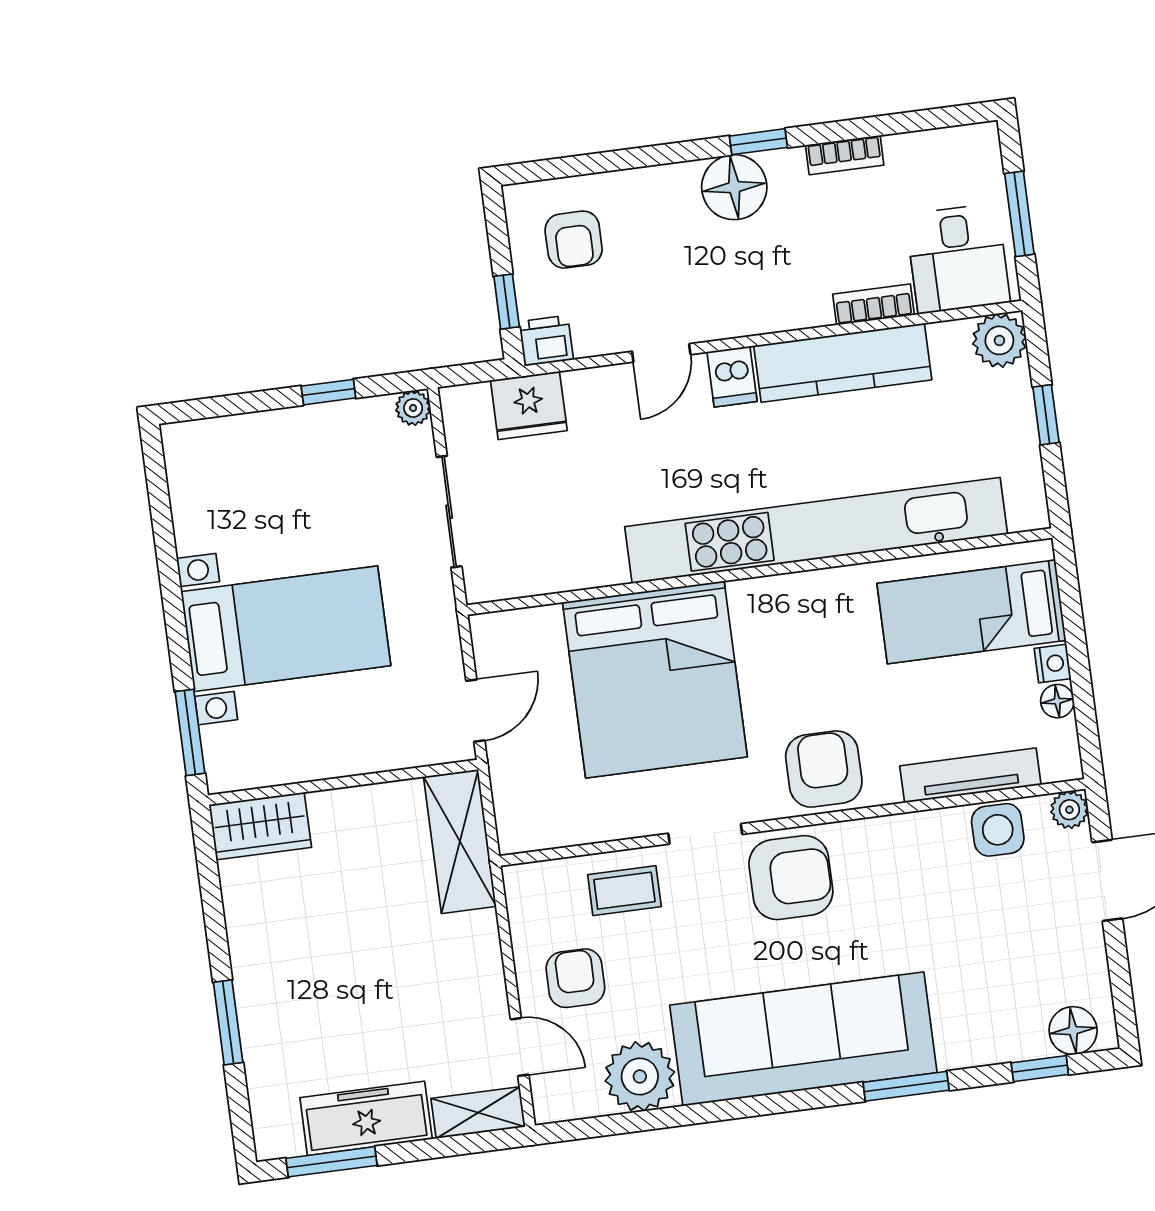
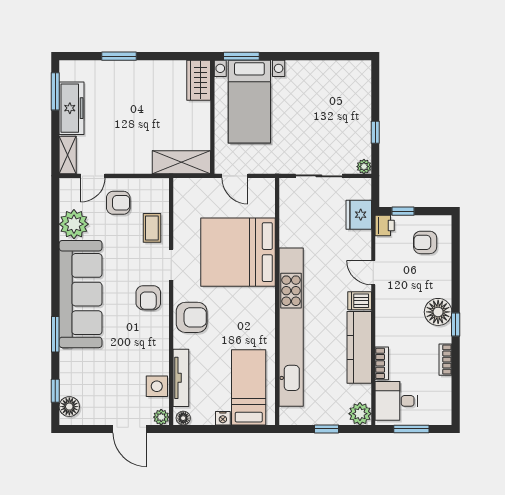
bed with nightstands: (286, 629) -> (249, 102), moved
floor lamp: (1057, 701) -> (183, 418), moved
armchair: (791, 878) -> (148, 298), width x0.72, depth x0.72

